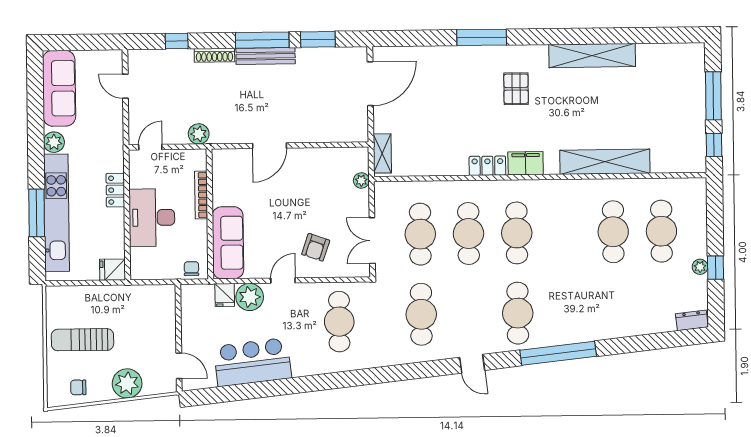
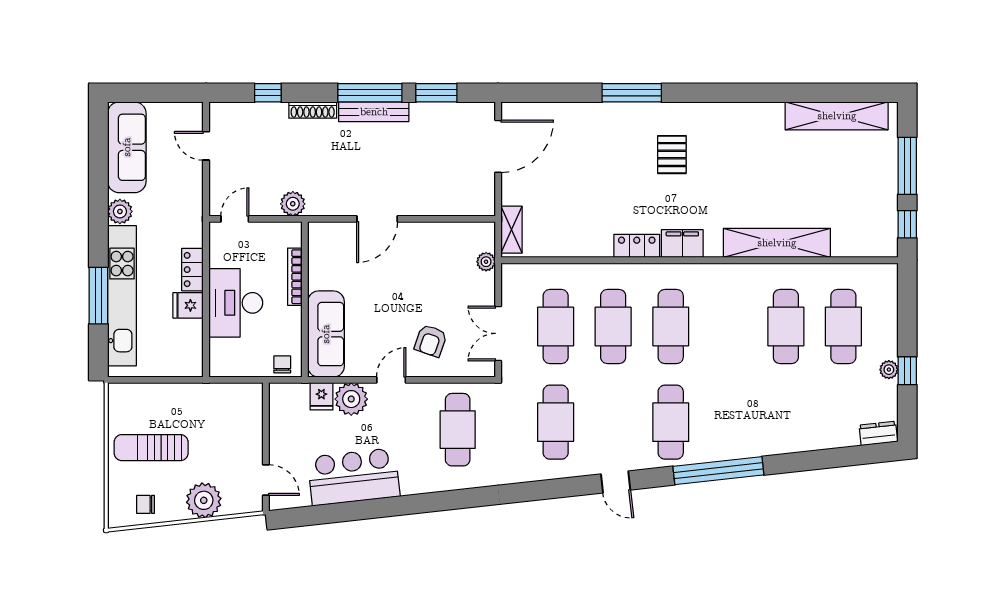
shelving: (592, 56) -> (837, 116), moved
fridge: (113, 270) -> (188, 305), moved

